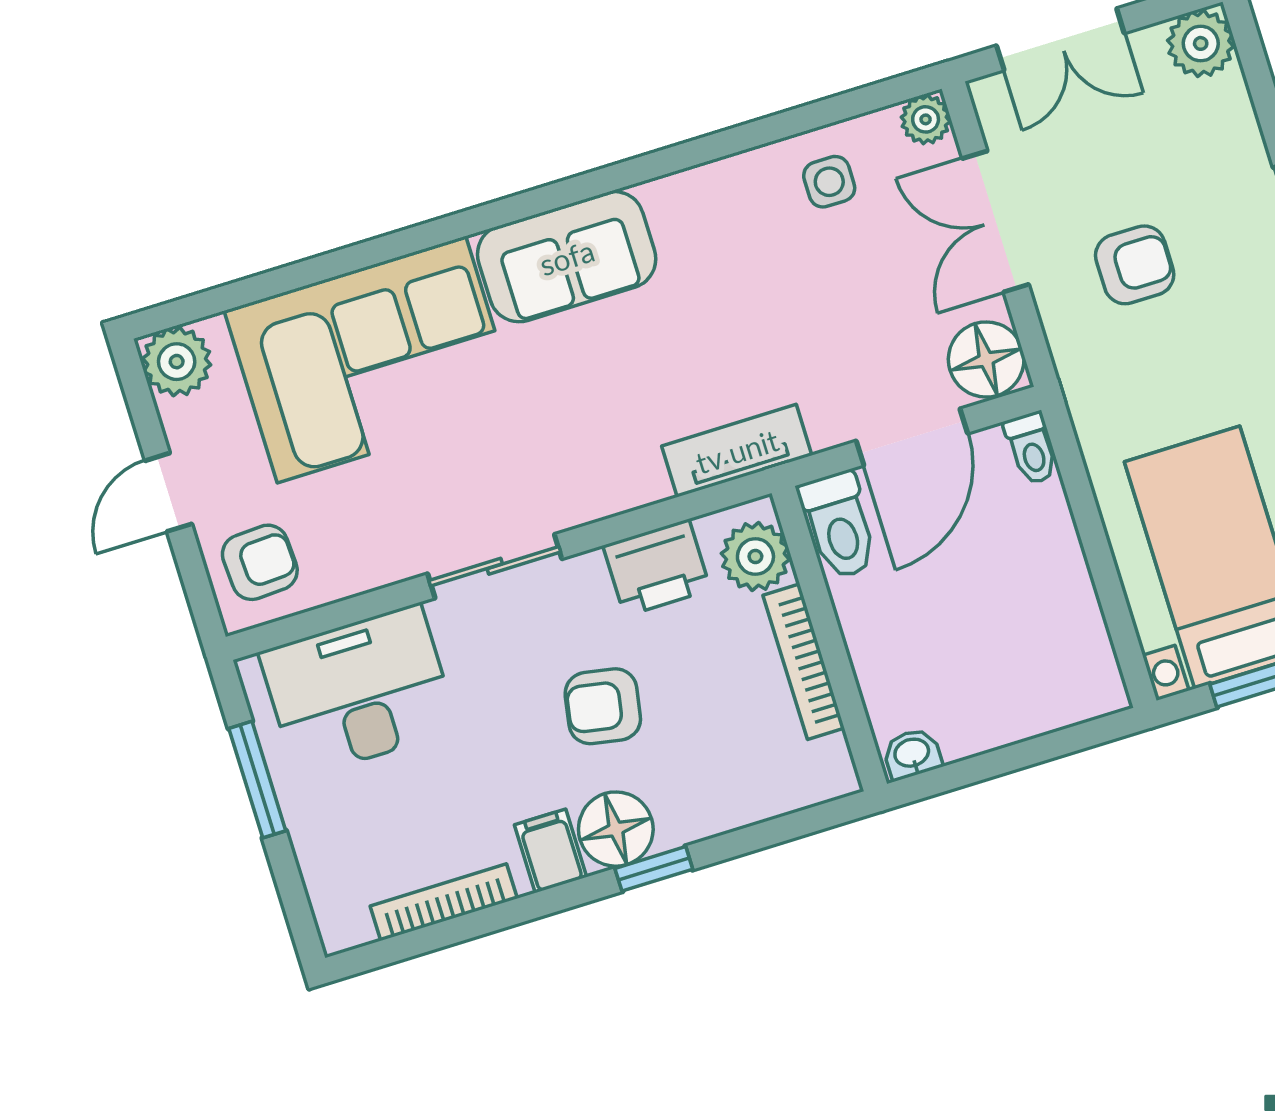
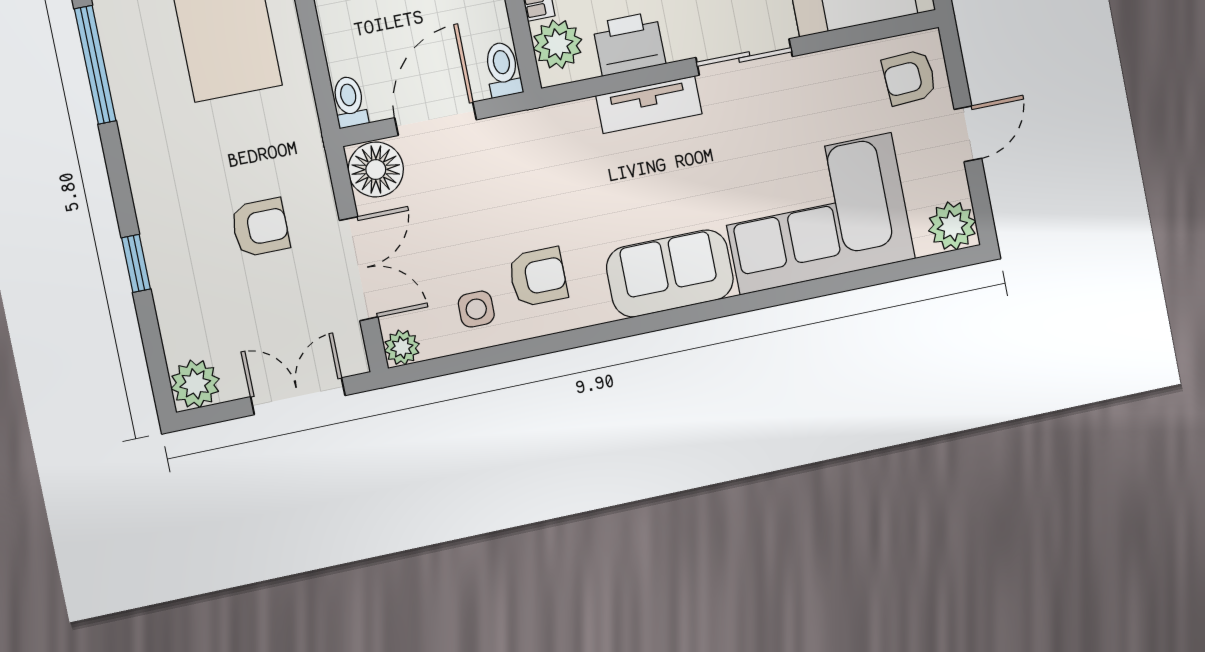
armchair: (749, 234) -> (538, 277), added
armchair: (1135, 265) -> (260, 227), turned 180
tv unit: (737, 451) -> (649, 105), moved
toilet: (839, 525) -> (503, 69), width x0.73, depth x0.72

